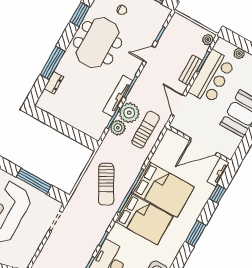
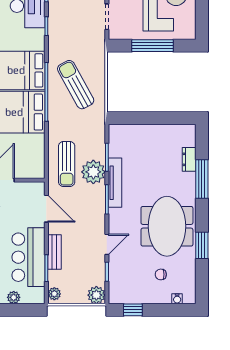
plant: (118, 128) -> (96, 295), moved

